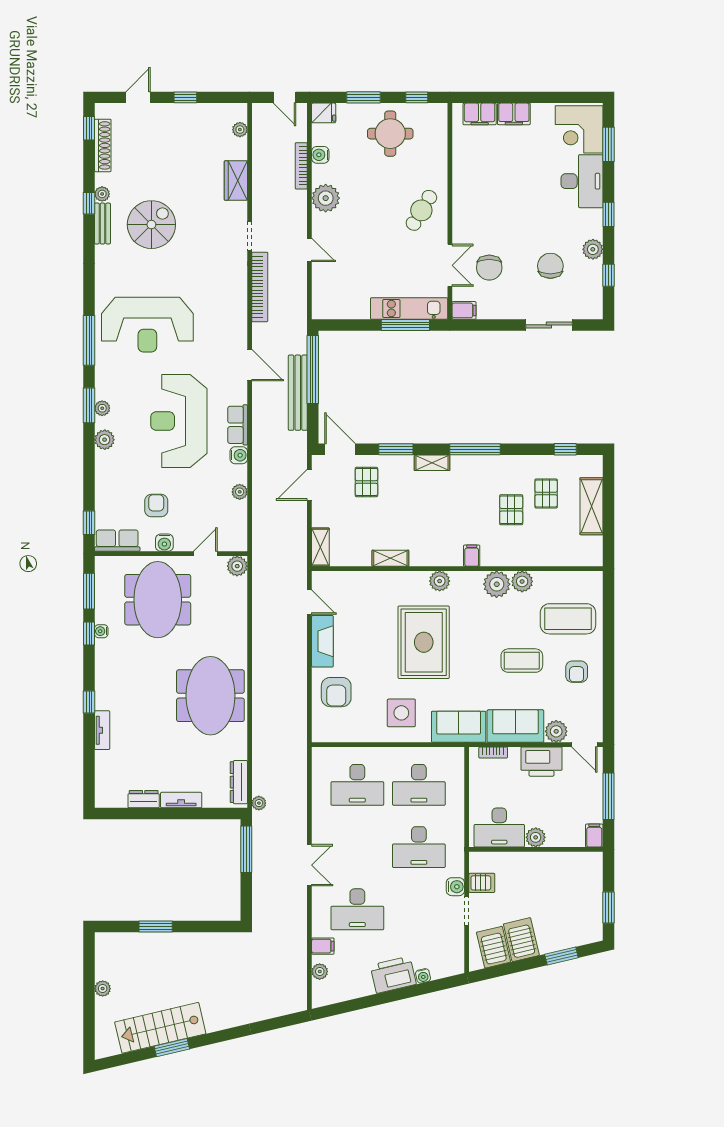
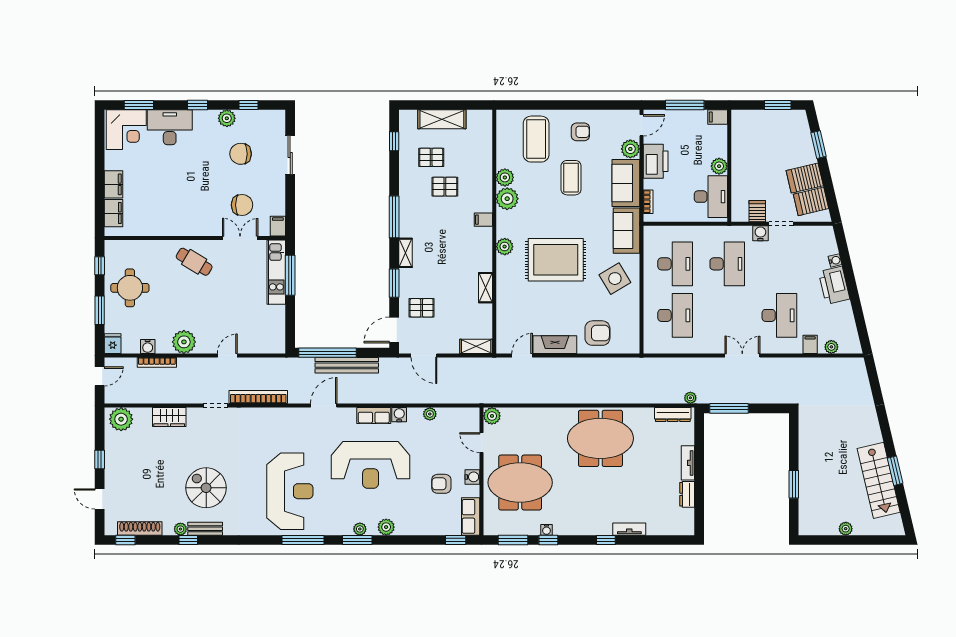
plant: (240, 130) -> (121, 419), width x1.87, depth x1.87
side table: (401, 713) -> (615, 279), turned -31

